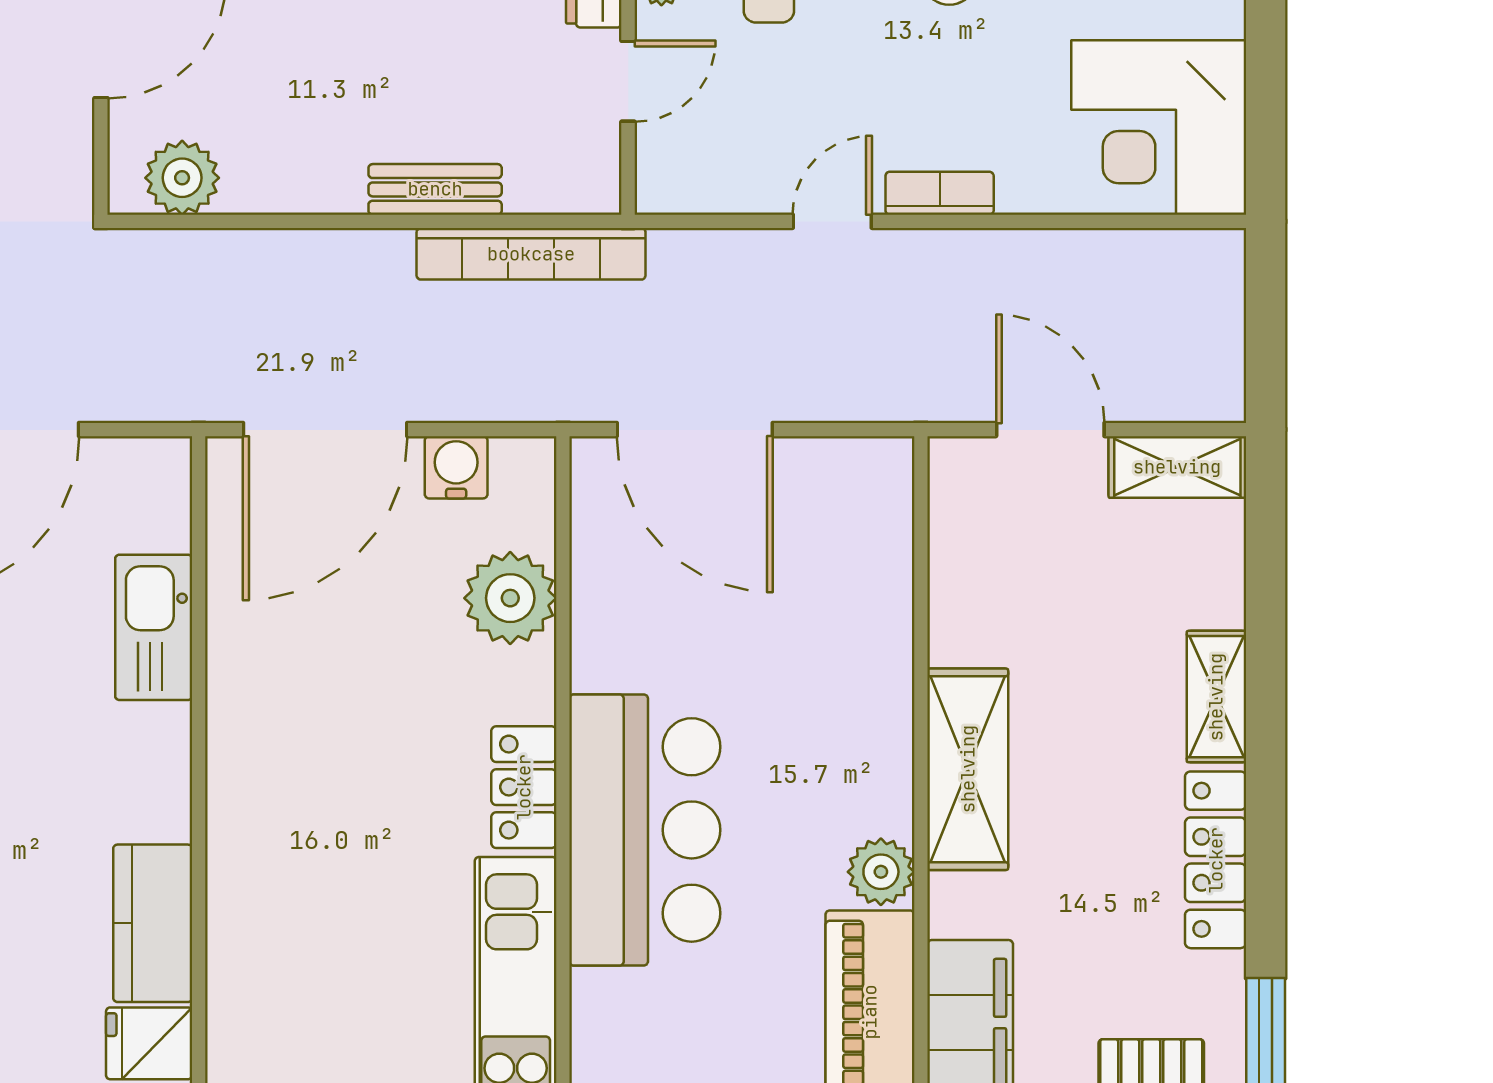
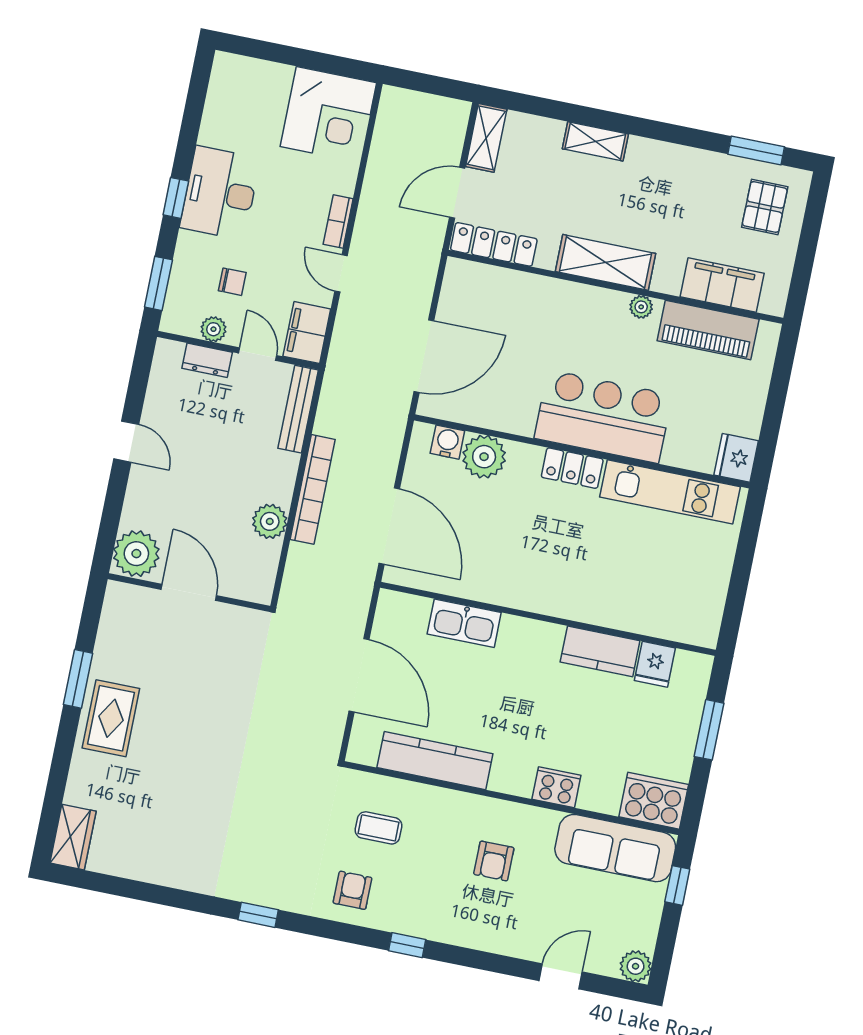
filing cabinet: (694, 175) -> (307, 333), added
plant: (182, 178) -> (270, 521), moved
bench: (435, 189) -> (298, 409), moved, width x1.36
bookcase: (531, 254) -> (313, 489), moved
water cooler: (456, 467) -> (447, 442), moved, turned 90
locker: (1216, 860) -> (494, 244), moved, turned 180
plant: (881, 872) -> (641, 307), width x0.73, depth x0.73

